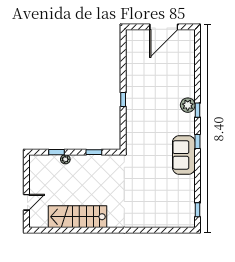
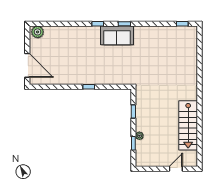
door: (164, 27) -> (27, 65), moved
plant: (188, 105) -> (38, 32), moved
sofa: (184, 155) -> (117, 35), moved
door: (26, 202) -> (176, 169), hinge flipped

